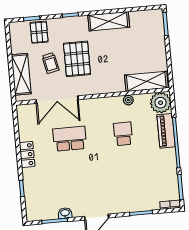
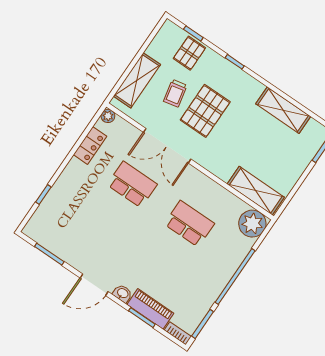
shelving: (109, 21) -> (283, 110), moved
double door: (57, 100) -> (167, 146), moved
plant: (128, 100) -> (108, 116), moved
piano: (166, 131) -> (150, 309), moved, turned 90
school desk: (123, 134) -> (189, 224), width x1.85
locker: (27, 154) -> (90, 145), moved
washbasin: (65, 213) -> (123, 293), moved

